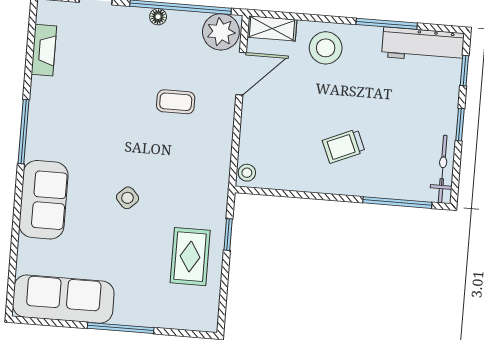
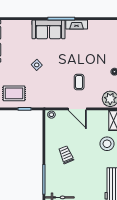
fireplace: (44, 50) -> (77, 24), moved
door: (241, 74) -> (77, 109), moved
sofa: (44, 200) -> (49, 29), moved

